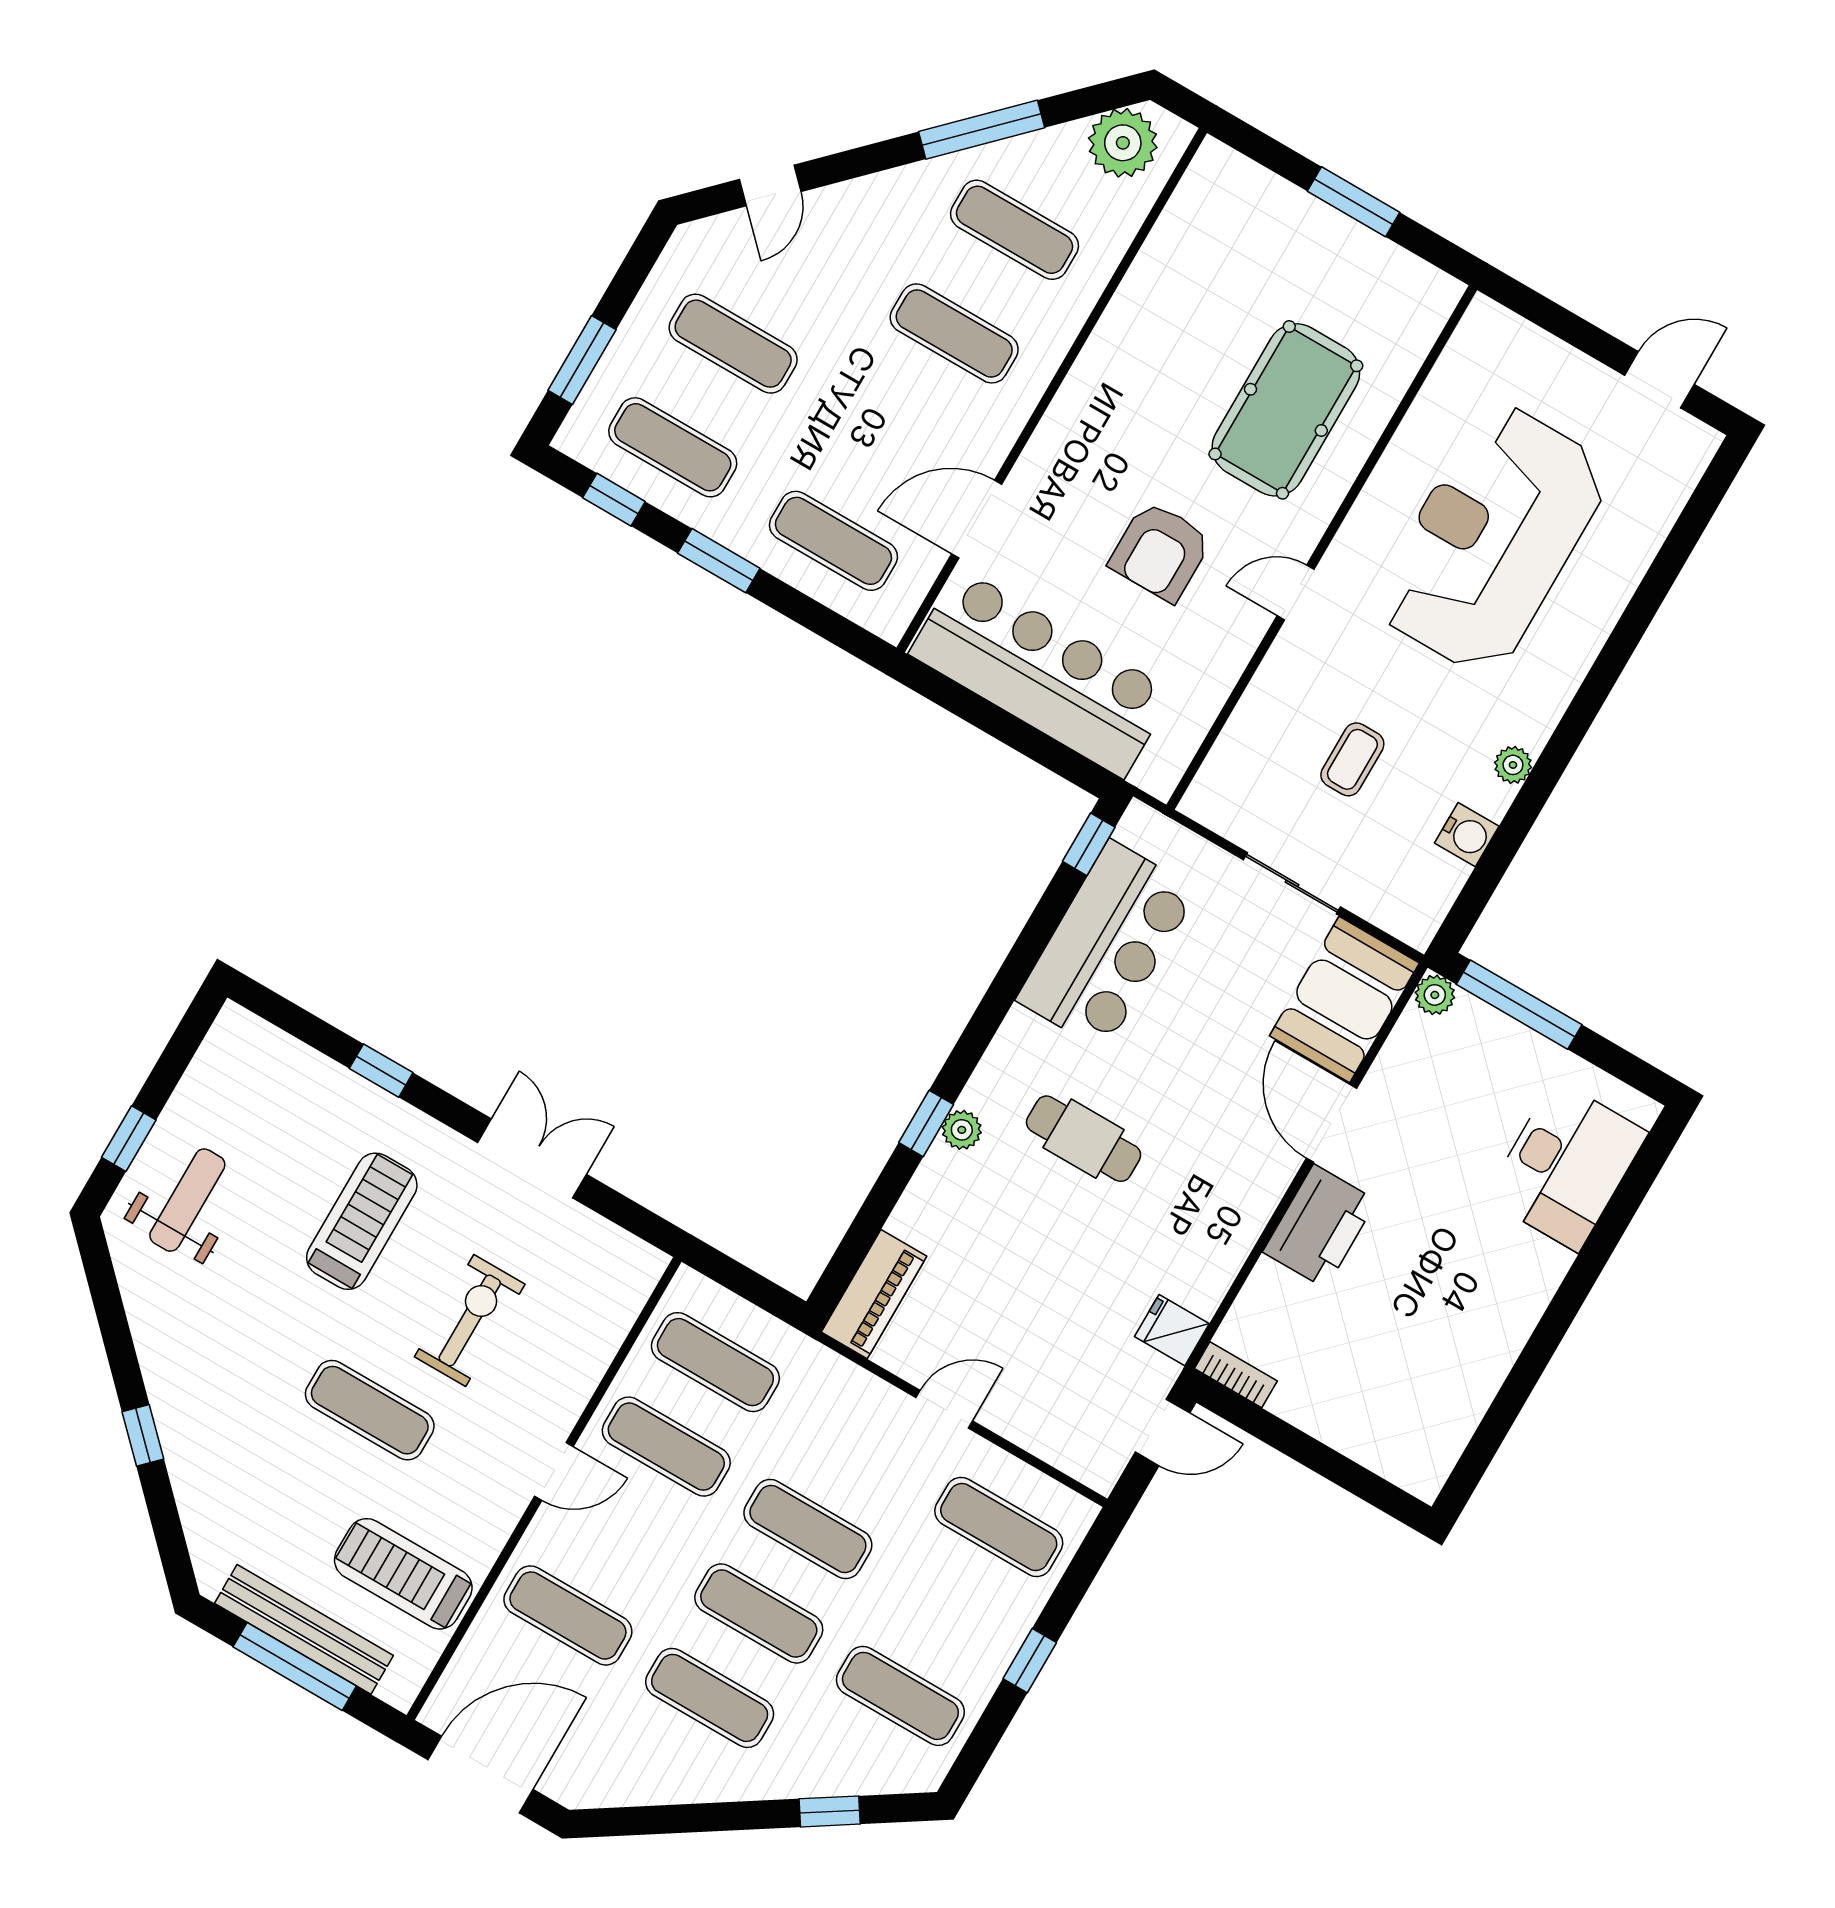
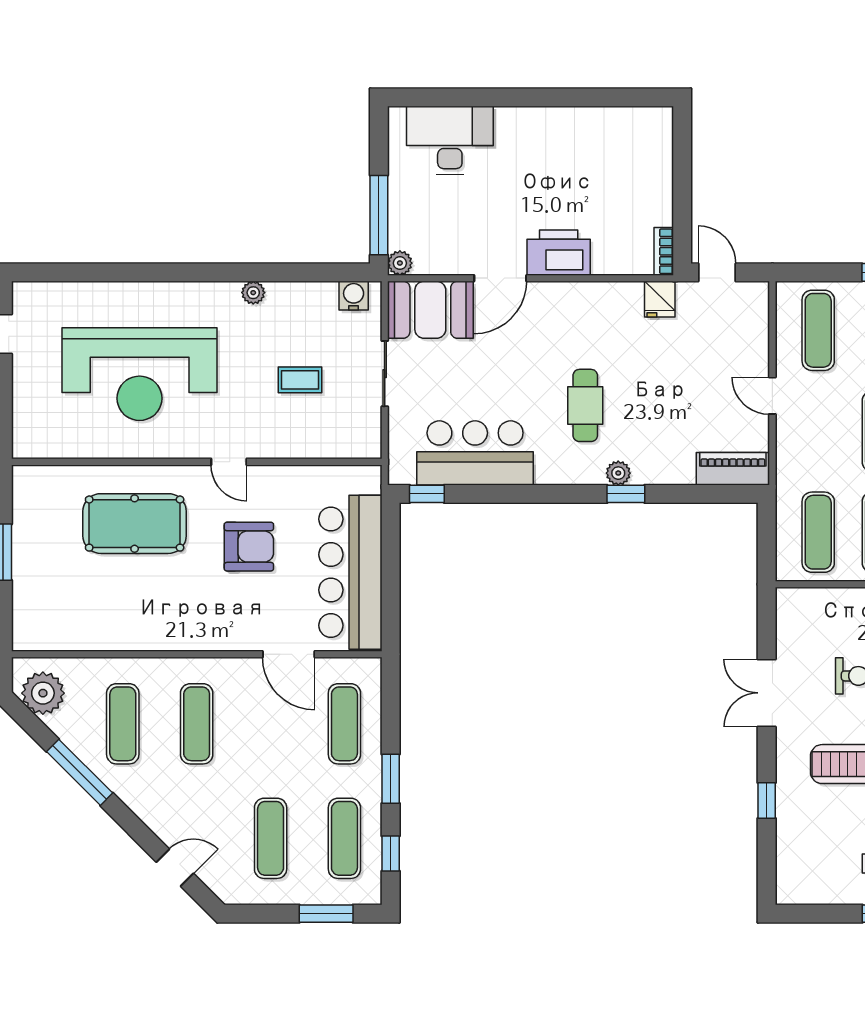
water cooler: (1467, 835) -> (354, 296), moved

